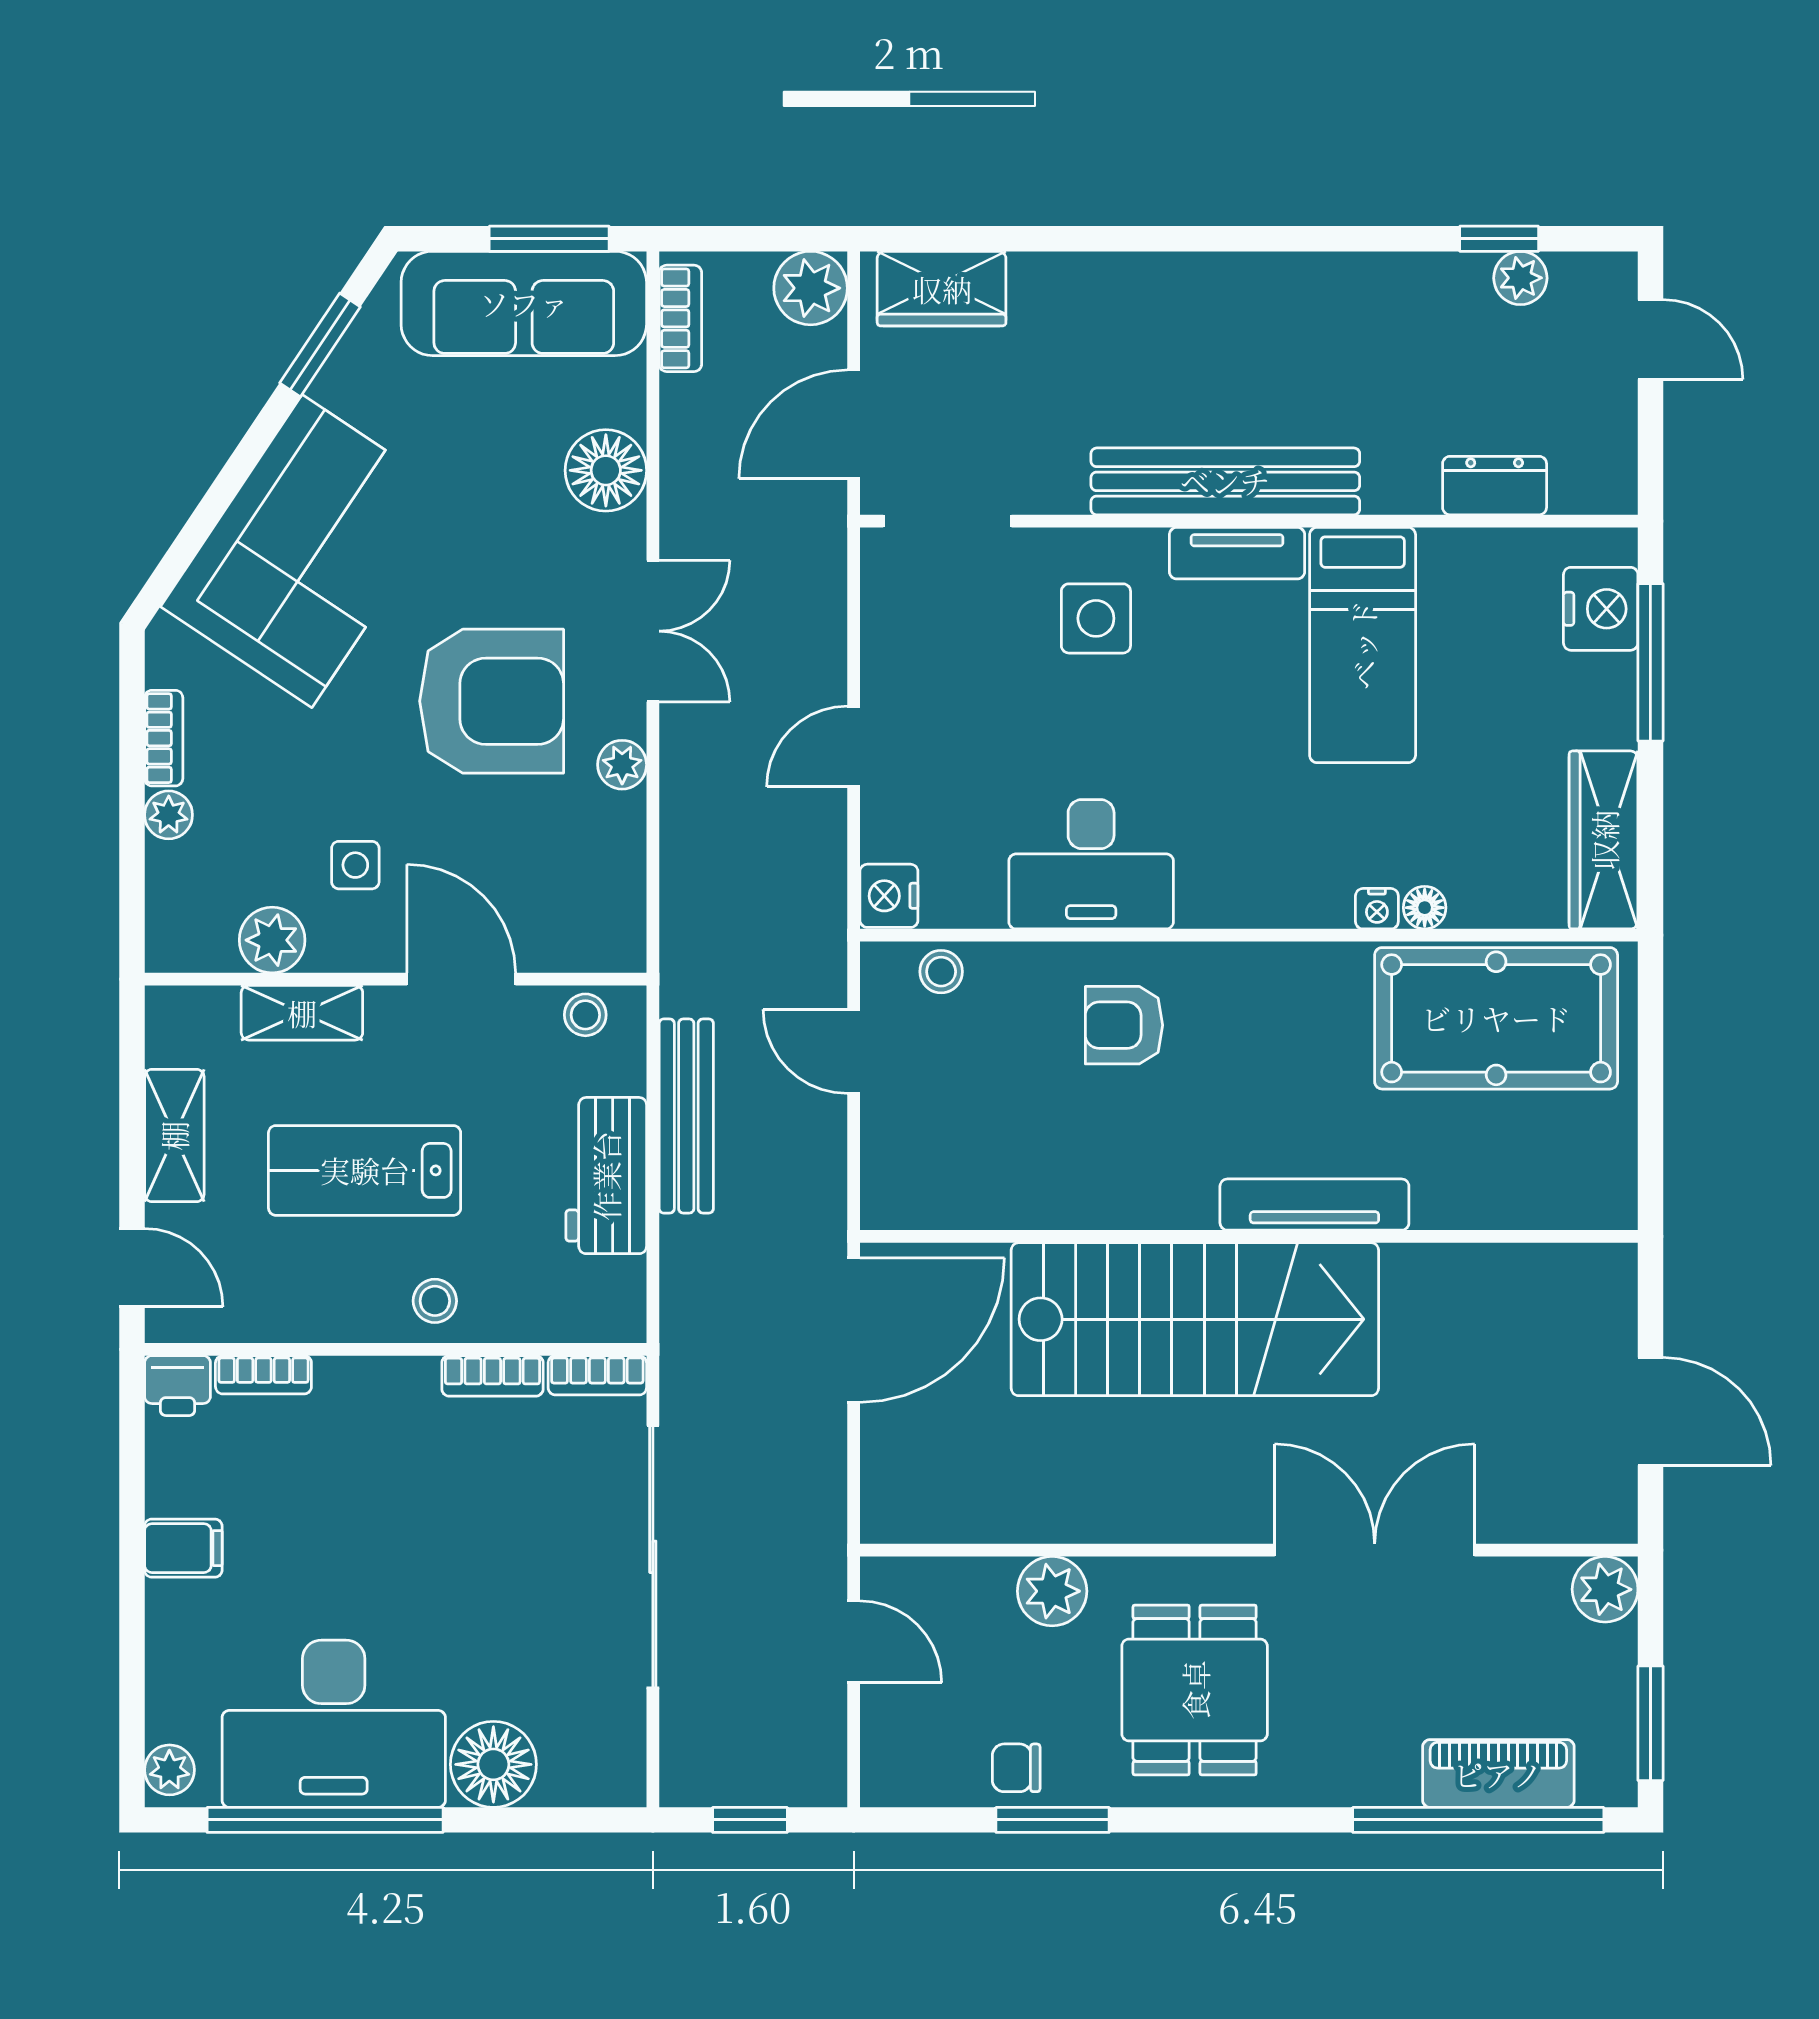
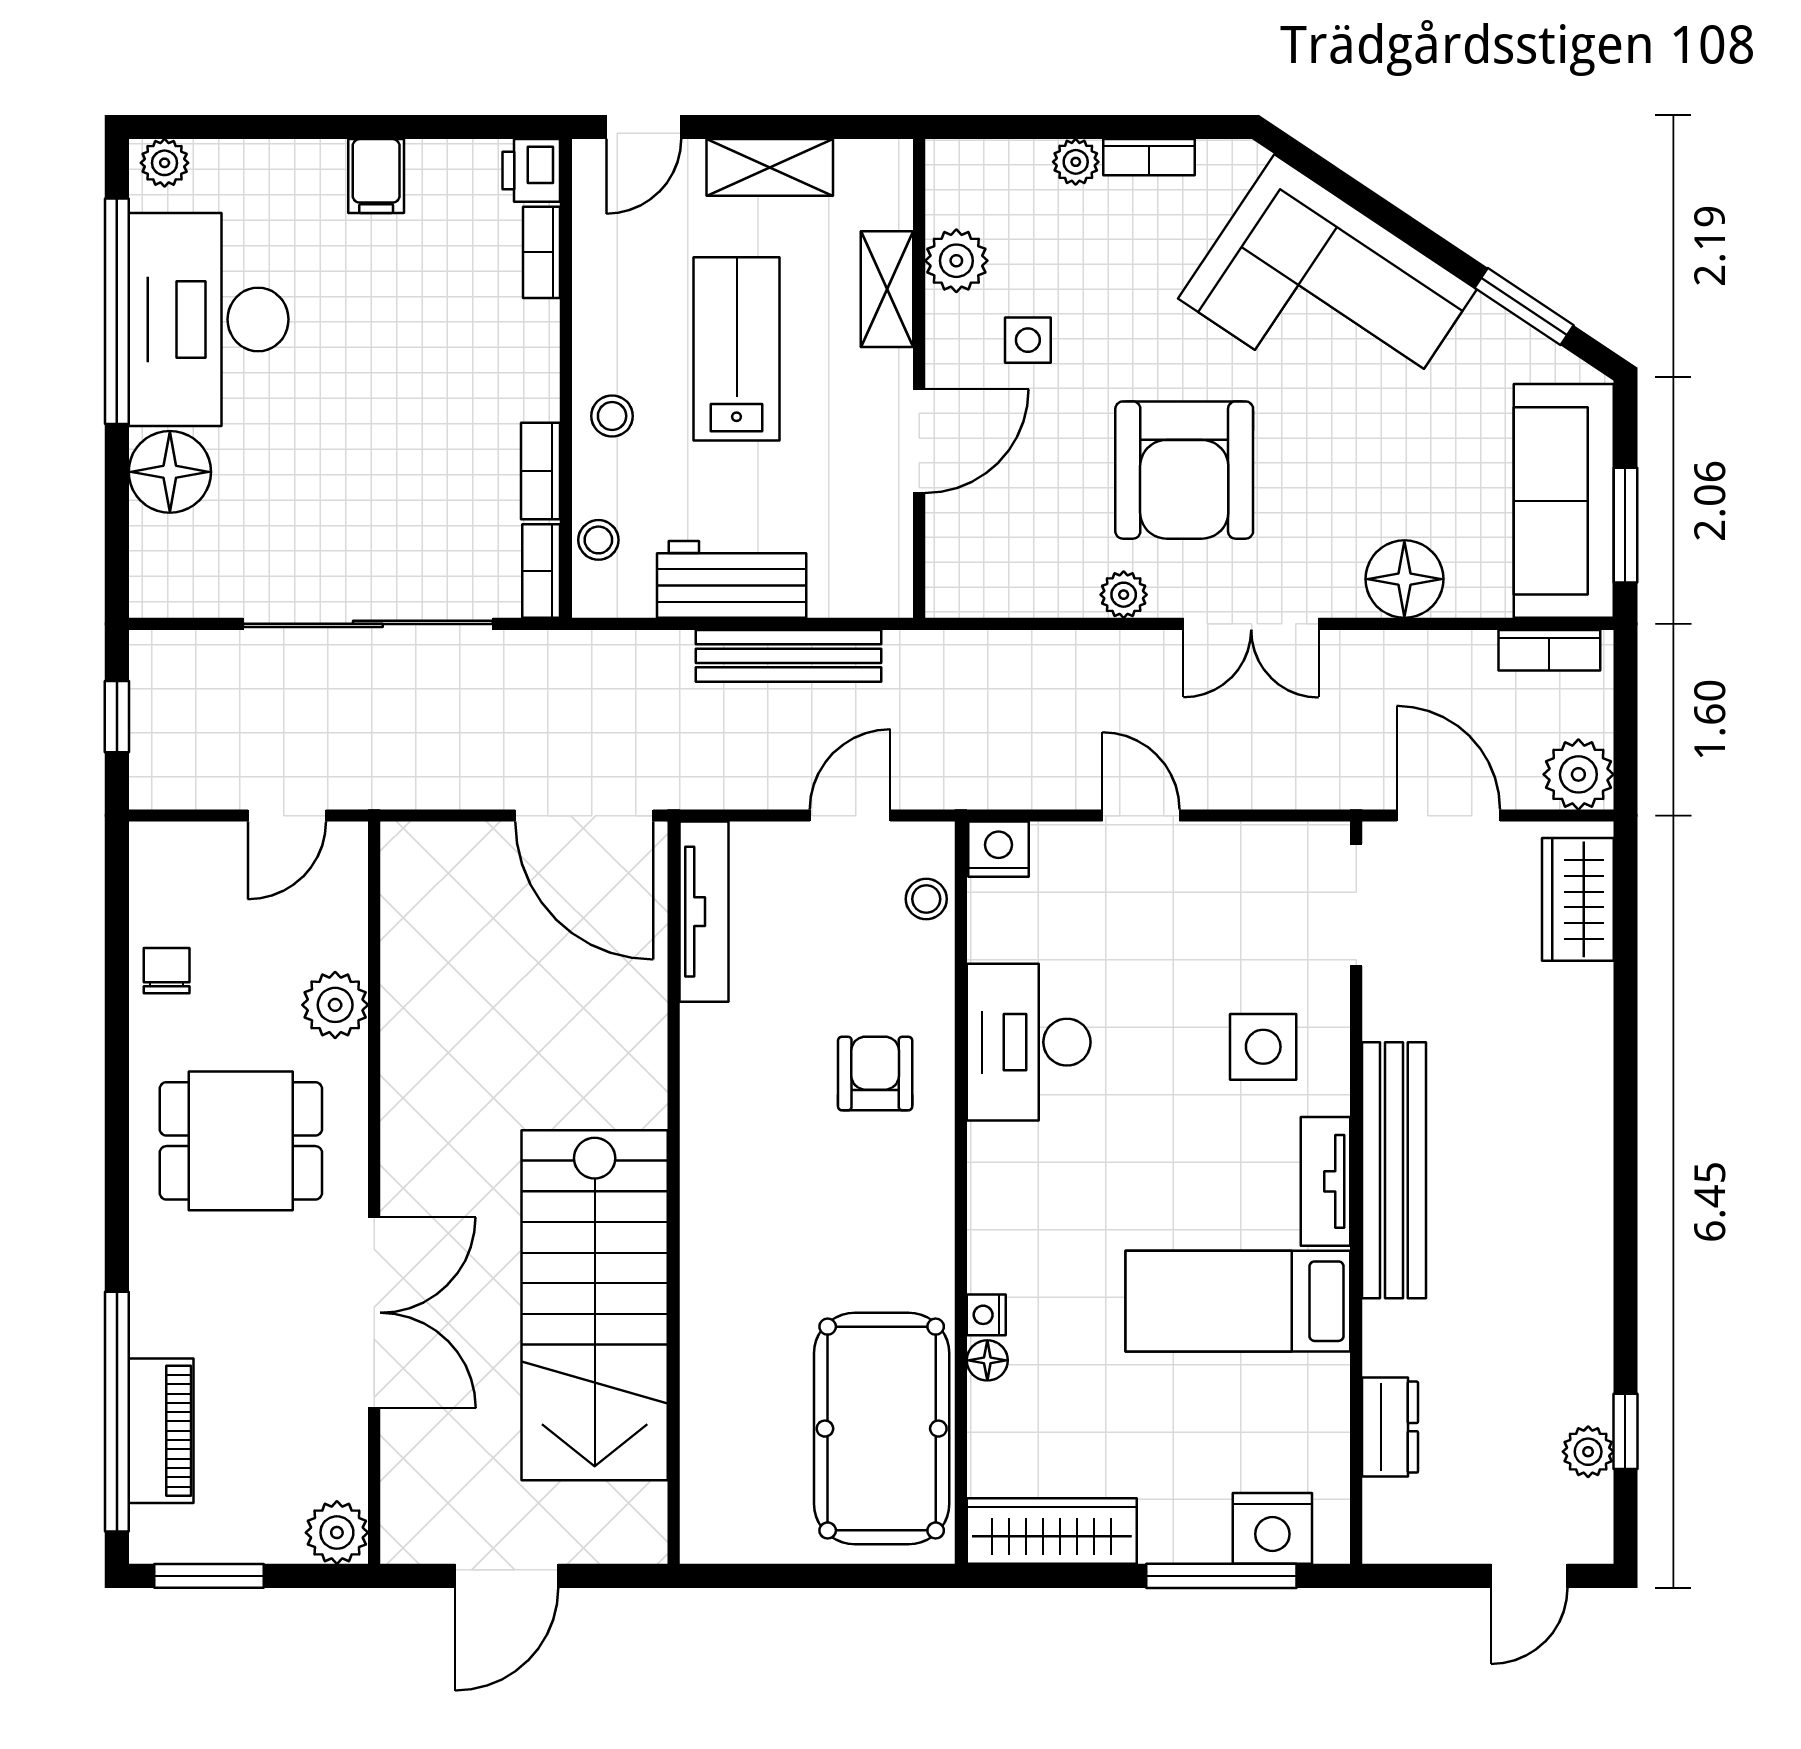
stool: (585, 1015) -> (598, 540), moved
tv unit: (1314, 1205) -> (704, 912), moved
stairs: (1195, 1319) -> (595, 1305), moved
window: (1053, 1820) -> (117, 1005), removed

